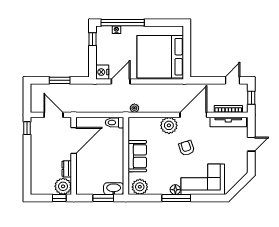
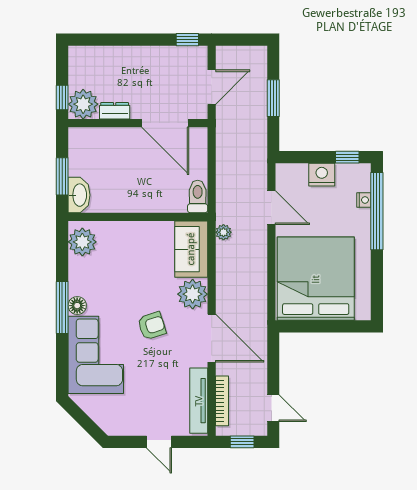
nightstand: (102, 72) -> (322, 175), moved
sofa: (137, 156) -> (191, 249), moved, turned 90

